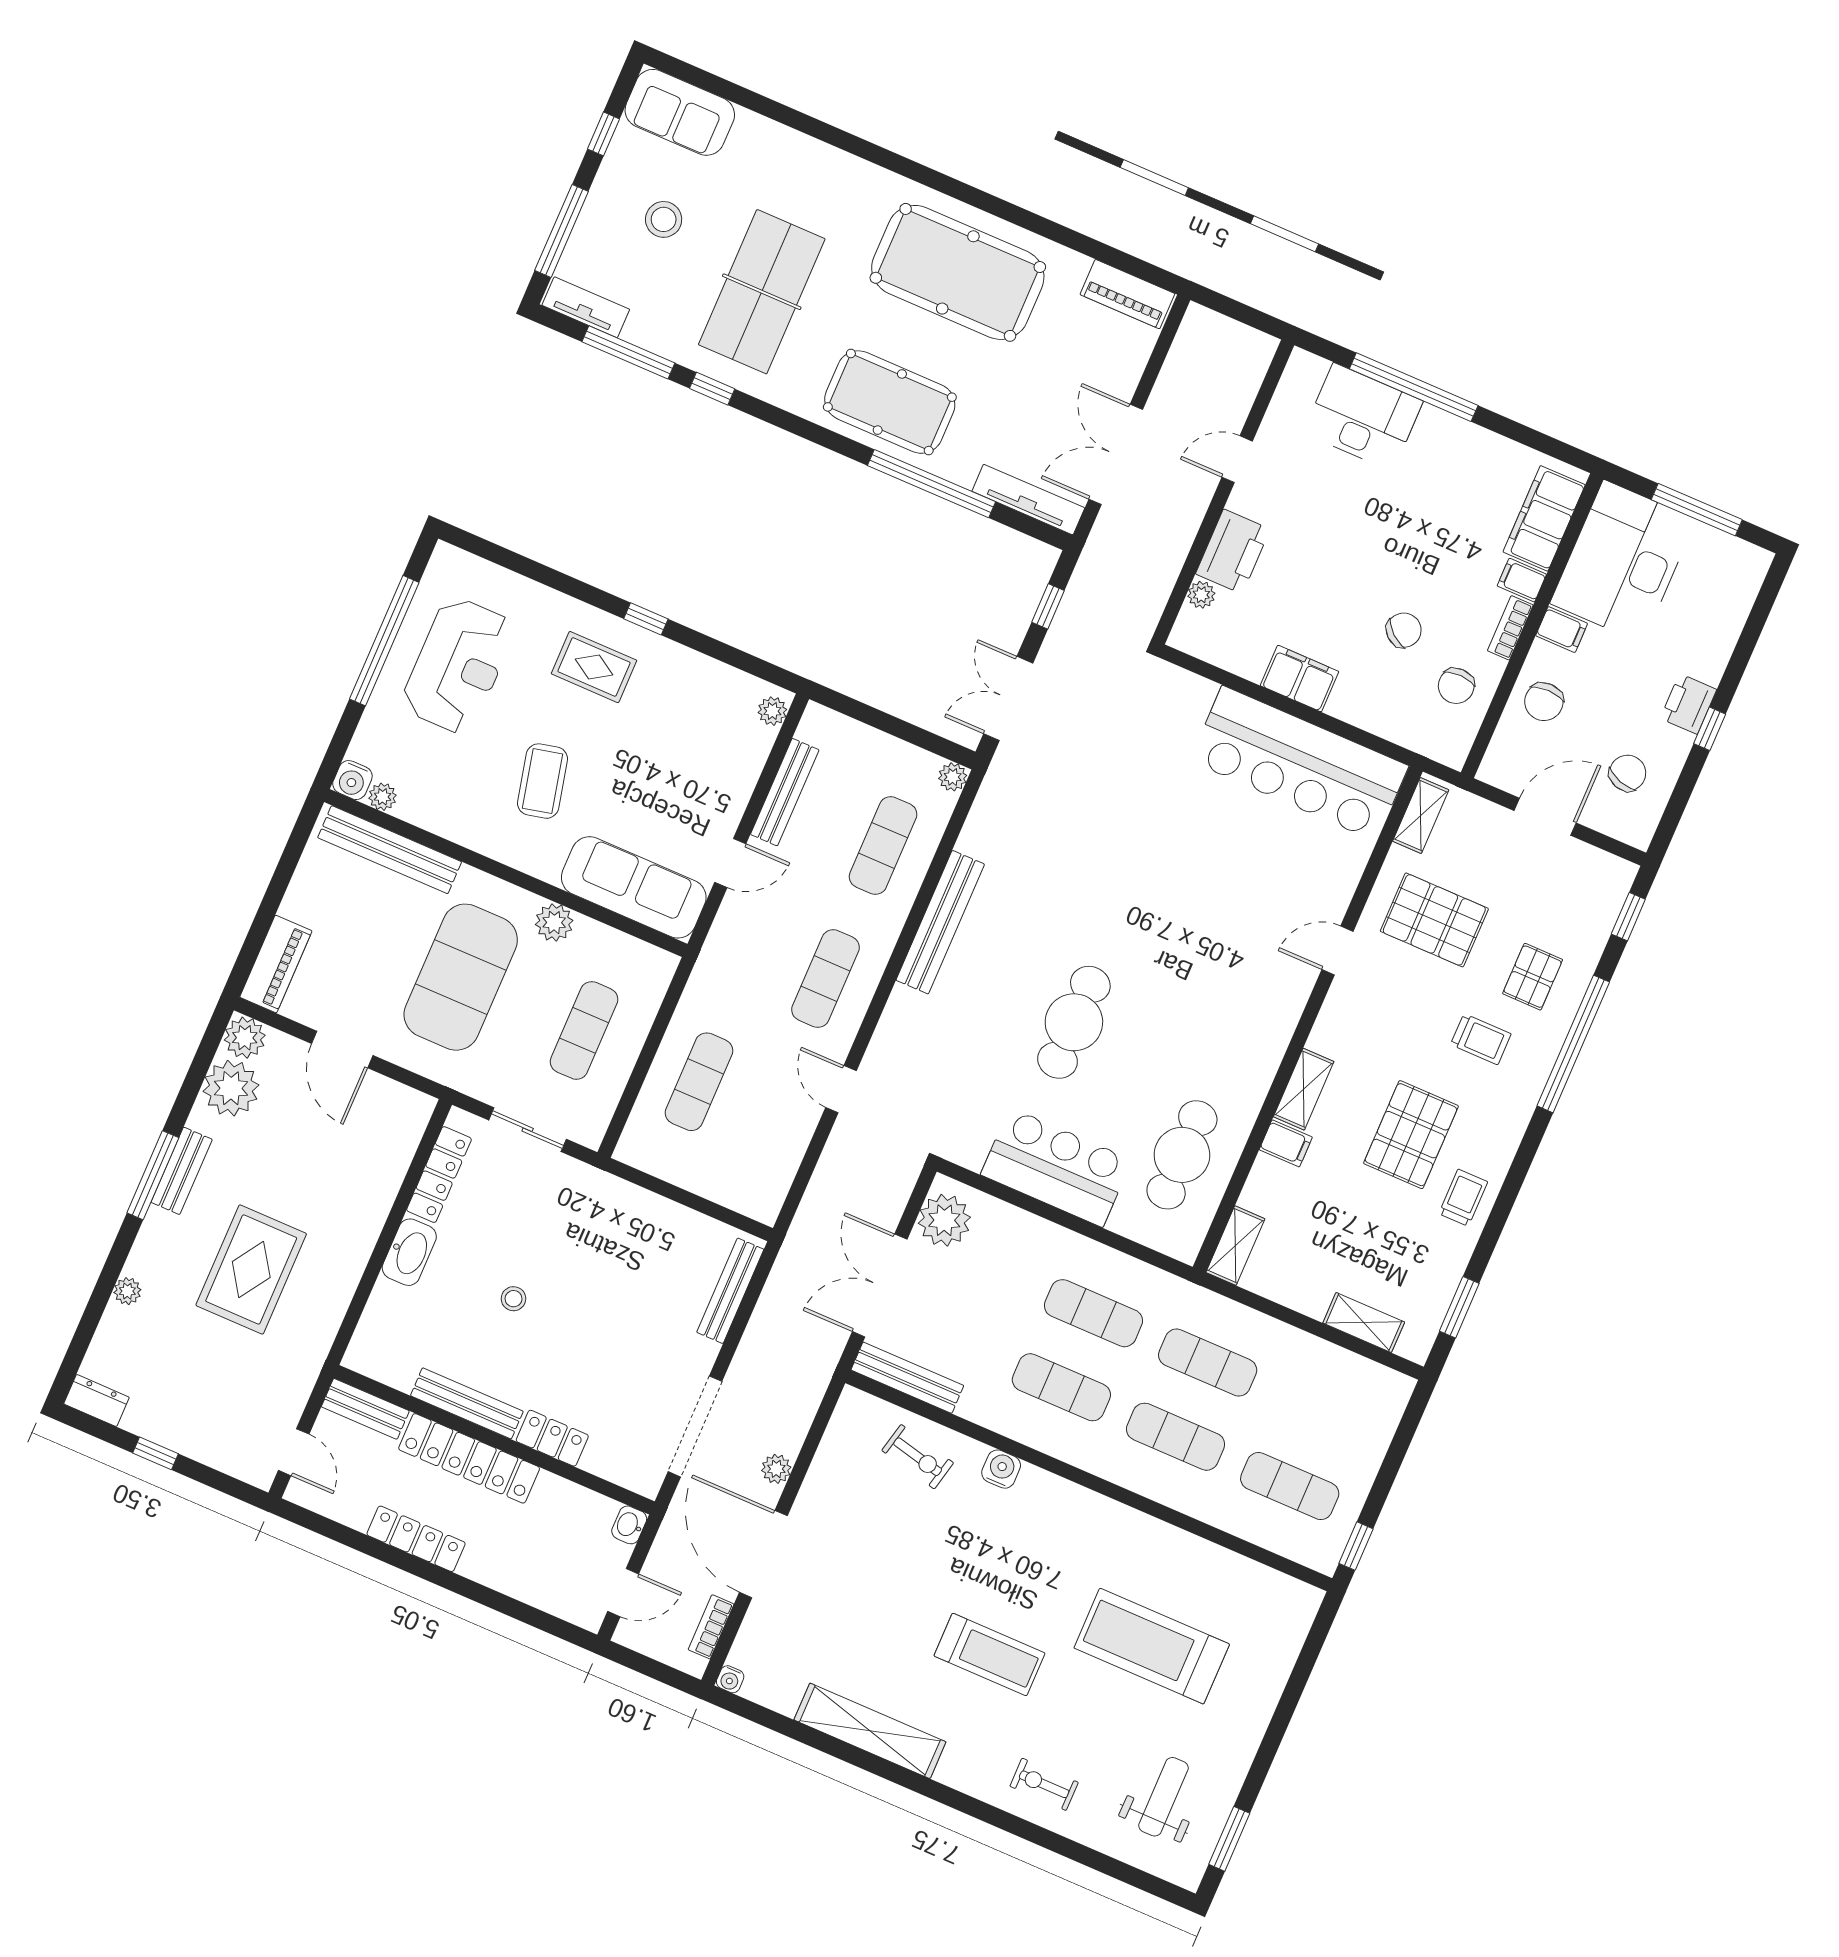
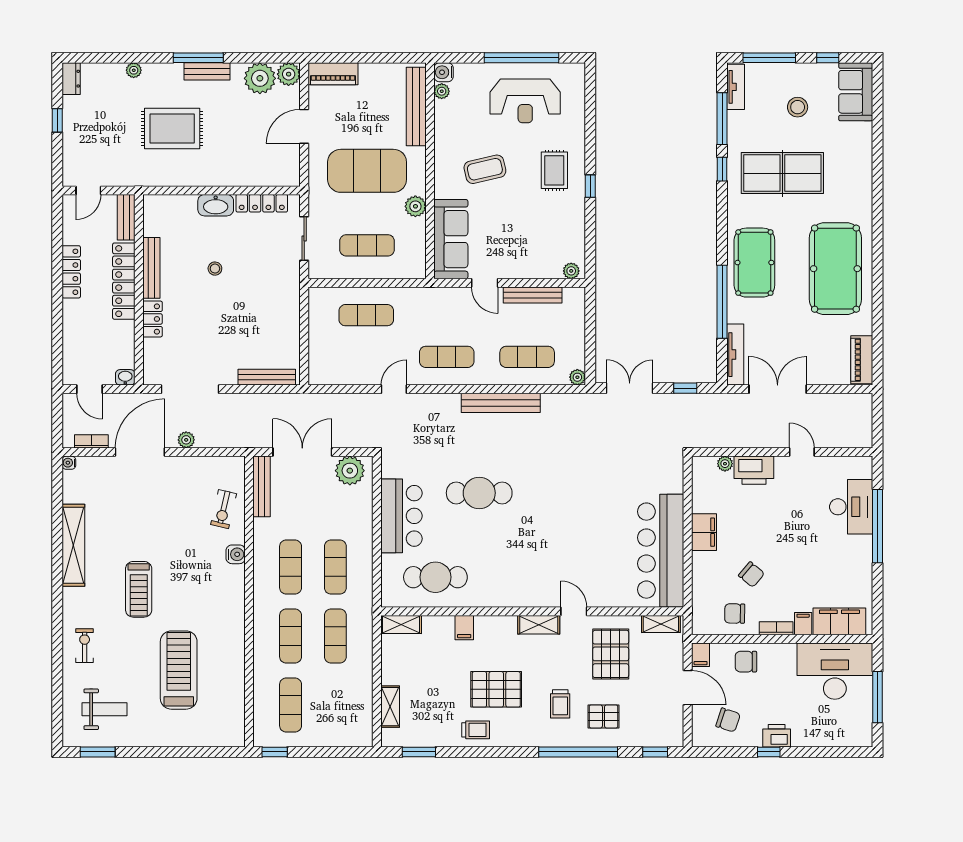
filing cabinet: (1562, 630) -> (701, 655), moved
shelving: (1304, 1089) -> (539, 625), moved

